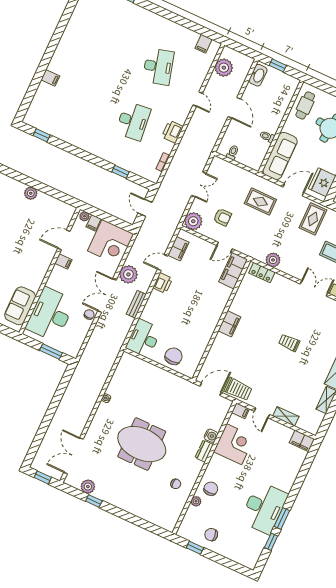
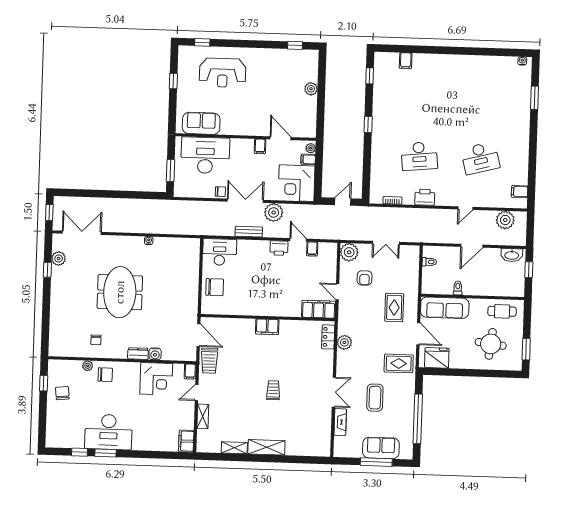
filing cabinet: (50, 78) -> (406, 61), moved
window: (120, 172) -> (368, 124), moved
filing cabinet: (178, 249) -> (312, 249), width x0.50

